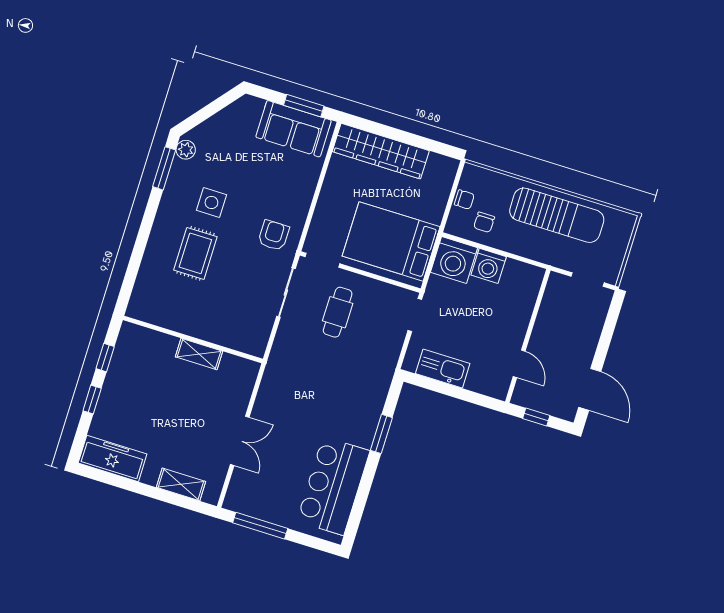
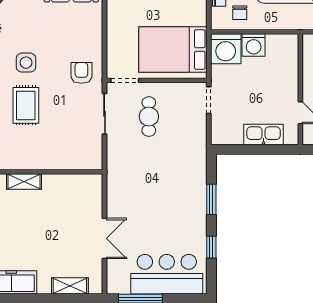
shelving: (199, 354) -> (24, 182), moved
kitchen sink: (443, 369) -> (264, 135), moved
bar counter: (333, 486) -> (167, 274), moved, turned 90
window: (364, 491) -> (211, 247), added

